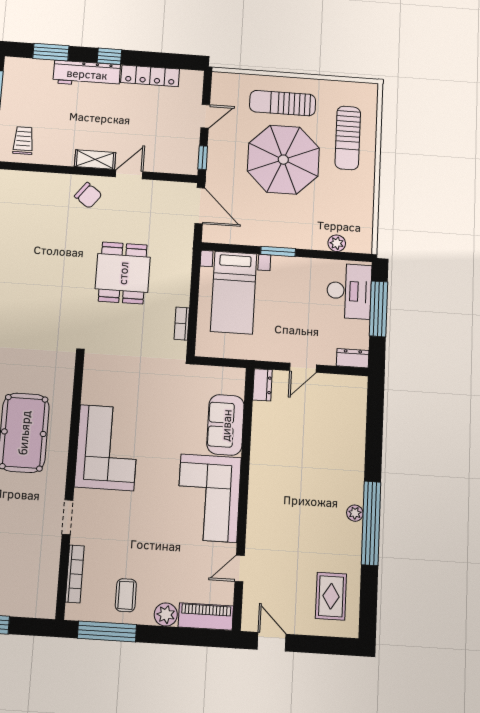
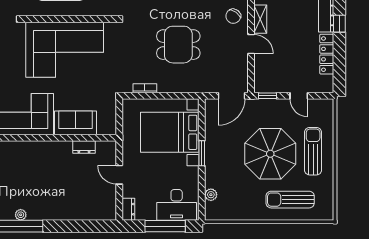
bed with nightstands: (234, 292) -> (170, 132), width x1.36
dresser: (262, 385) -> (84, 147), moved
corner sofa: (107, 448) -> (65, 50), width x1.36, depth x1.36

